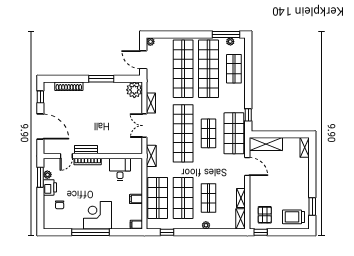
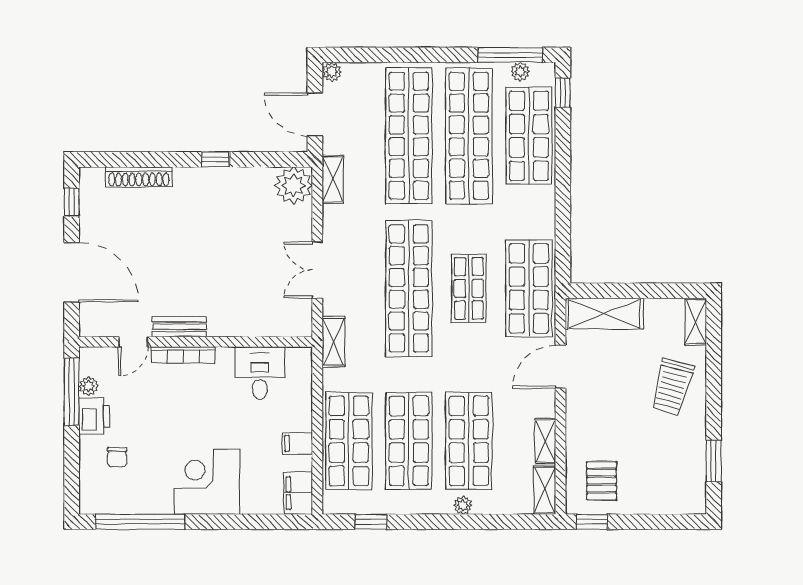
shop shelf: (234, 69) -> (529, 136), width x1.43, depth x1.36
window: (101, 79) -> (215, 159), width x0.46
shelving: (151, 103) -> (333, 179), moved
window: (248, 115) -> (563, 93), moved
door: (247, 166) -> (560, 367), swing flipped
window: (40, 177) -> (72, 392), width x1.44
shop shelf: (209, 198) -> (469, 441), width x1.43, depth x1.36
trolley: (294, 217) -> (672, 387), moved, turned -75
filing cabinet: (136, 225) -> (298, 493), width x2.00
window: (91, 232) -> (140, 522), moved

